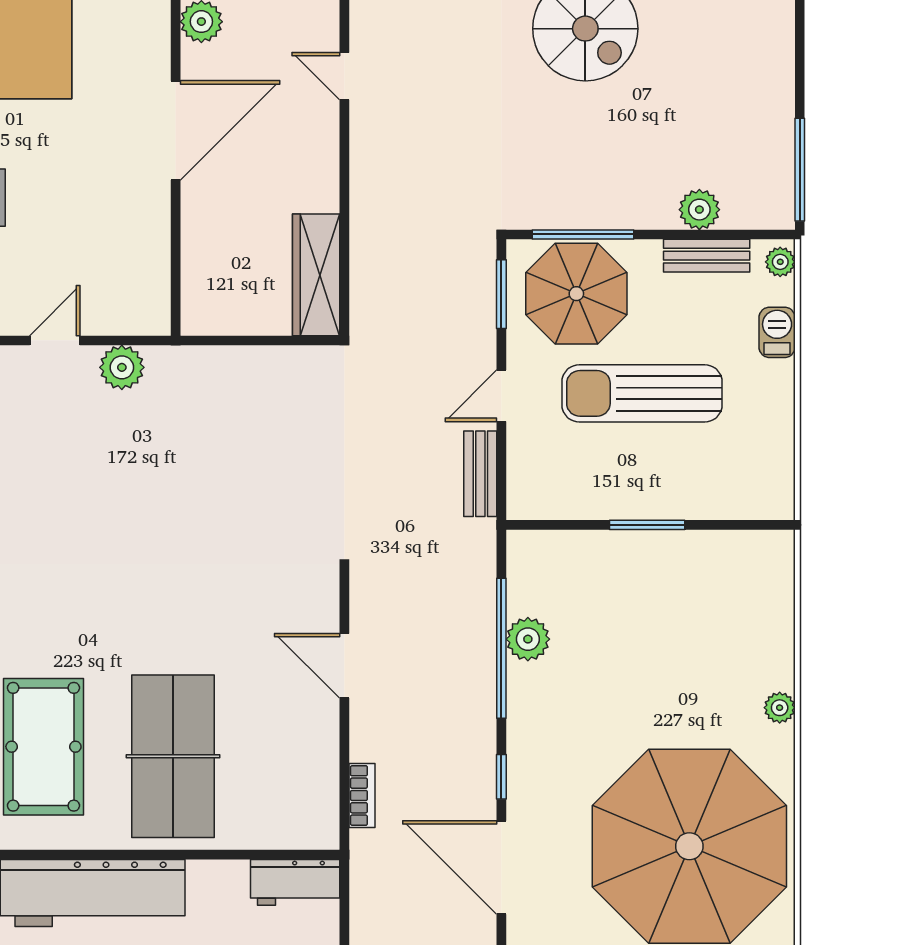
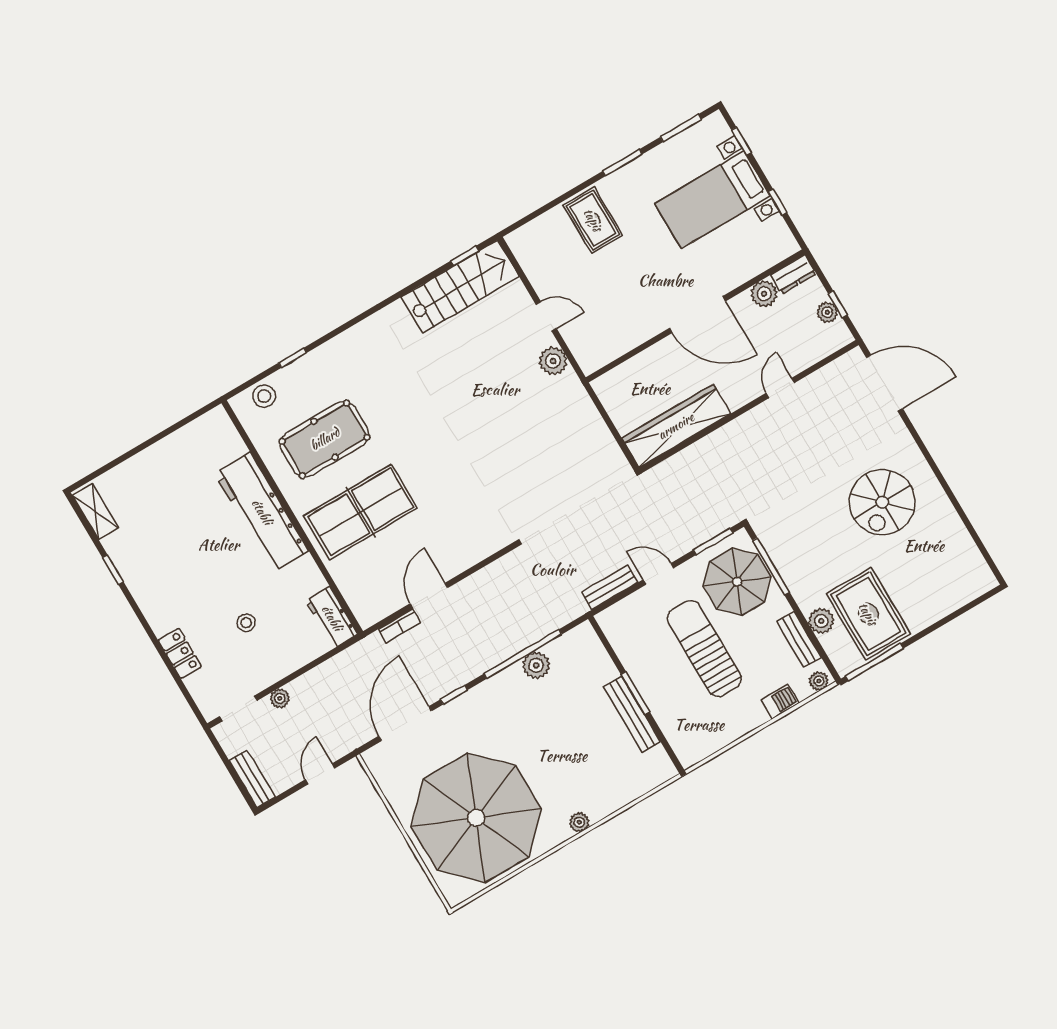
rug: (728, 139) -> (868, 614), added
wardrobe: (316, 275) -> (676, 426), width x1.40, depth x1.17
bench: (673, 547) -> (632, 714), added
door: (344, 666) -> (429, 596), moved

